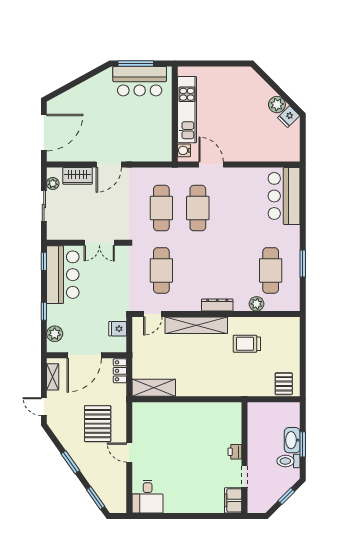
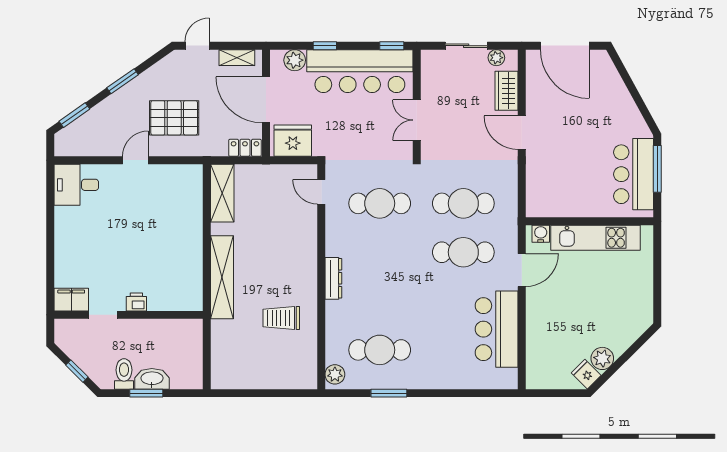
bar counter: (284, 196) -> (497, 329), moved, turned -90
bar counter: (63, 275) -> (360, 71), width x1.36
plant: (257, 304) -> (335, 374), moved
shelving: (196, 325) -> (222, 277), moved
fridge: (118, 329) -> (293, 141), width x1.88, depth x1.34
trolley: (247, 344) -> (281, 318), turned -90
pallet: (284, 384) -> (228, 367), removed

